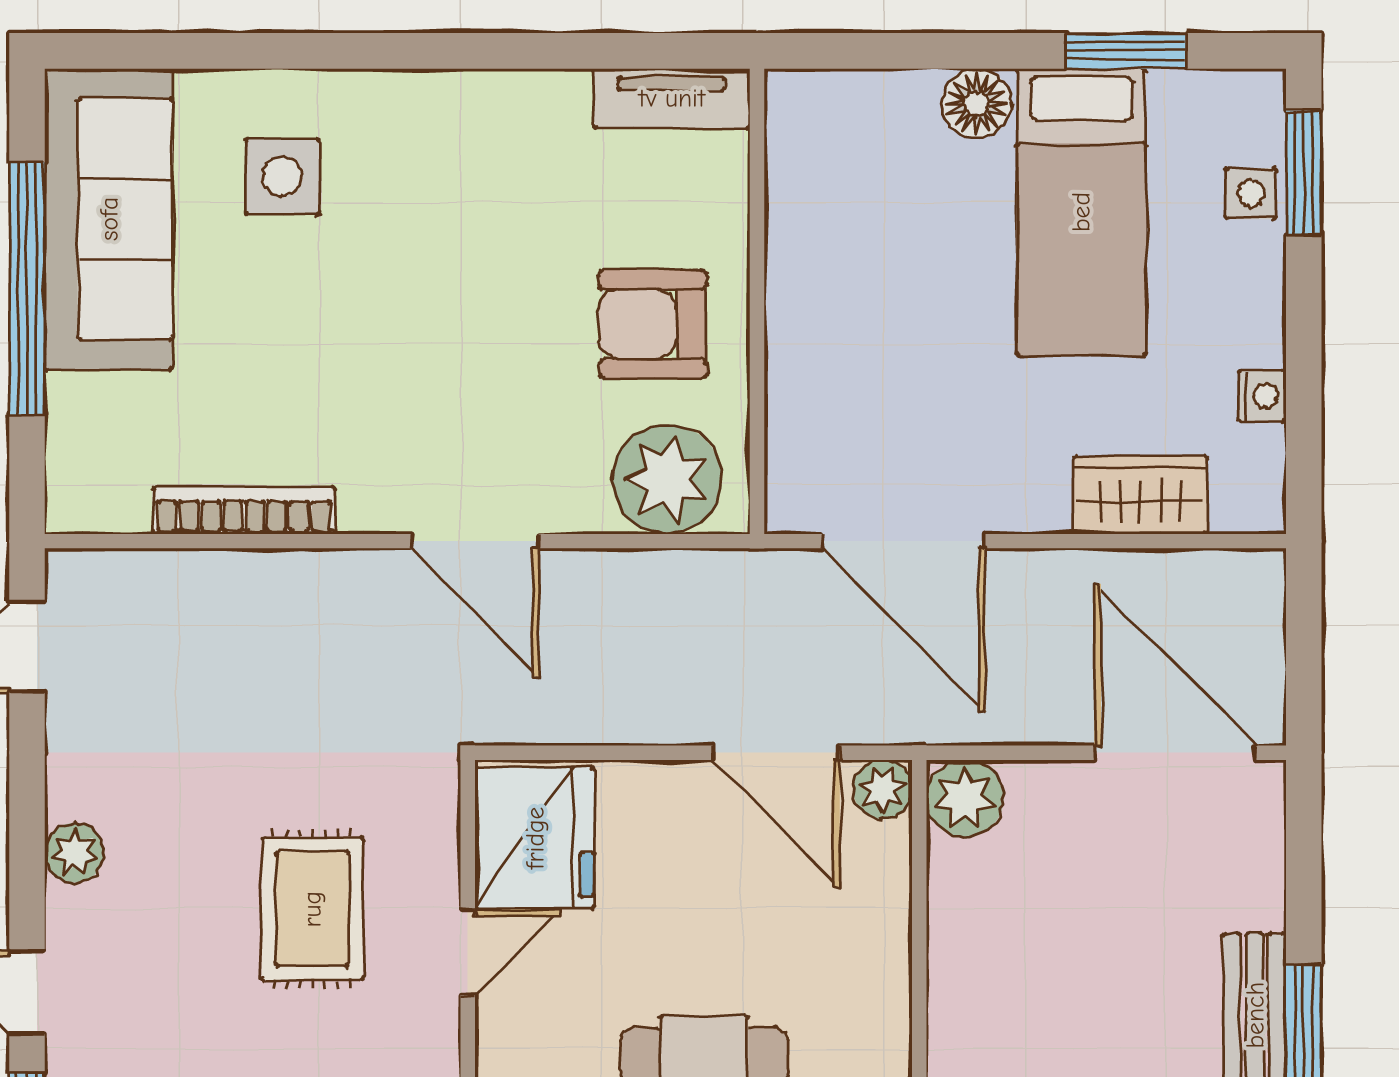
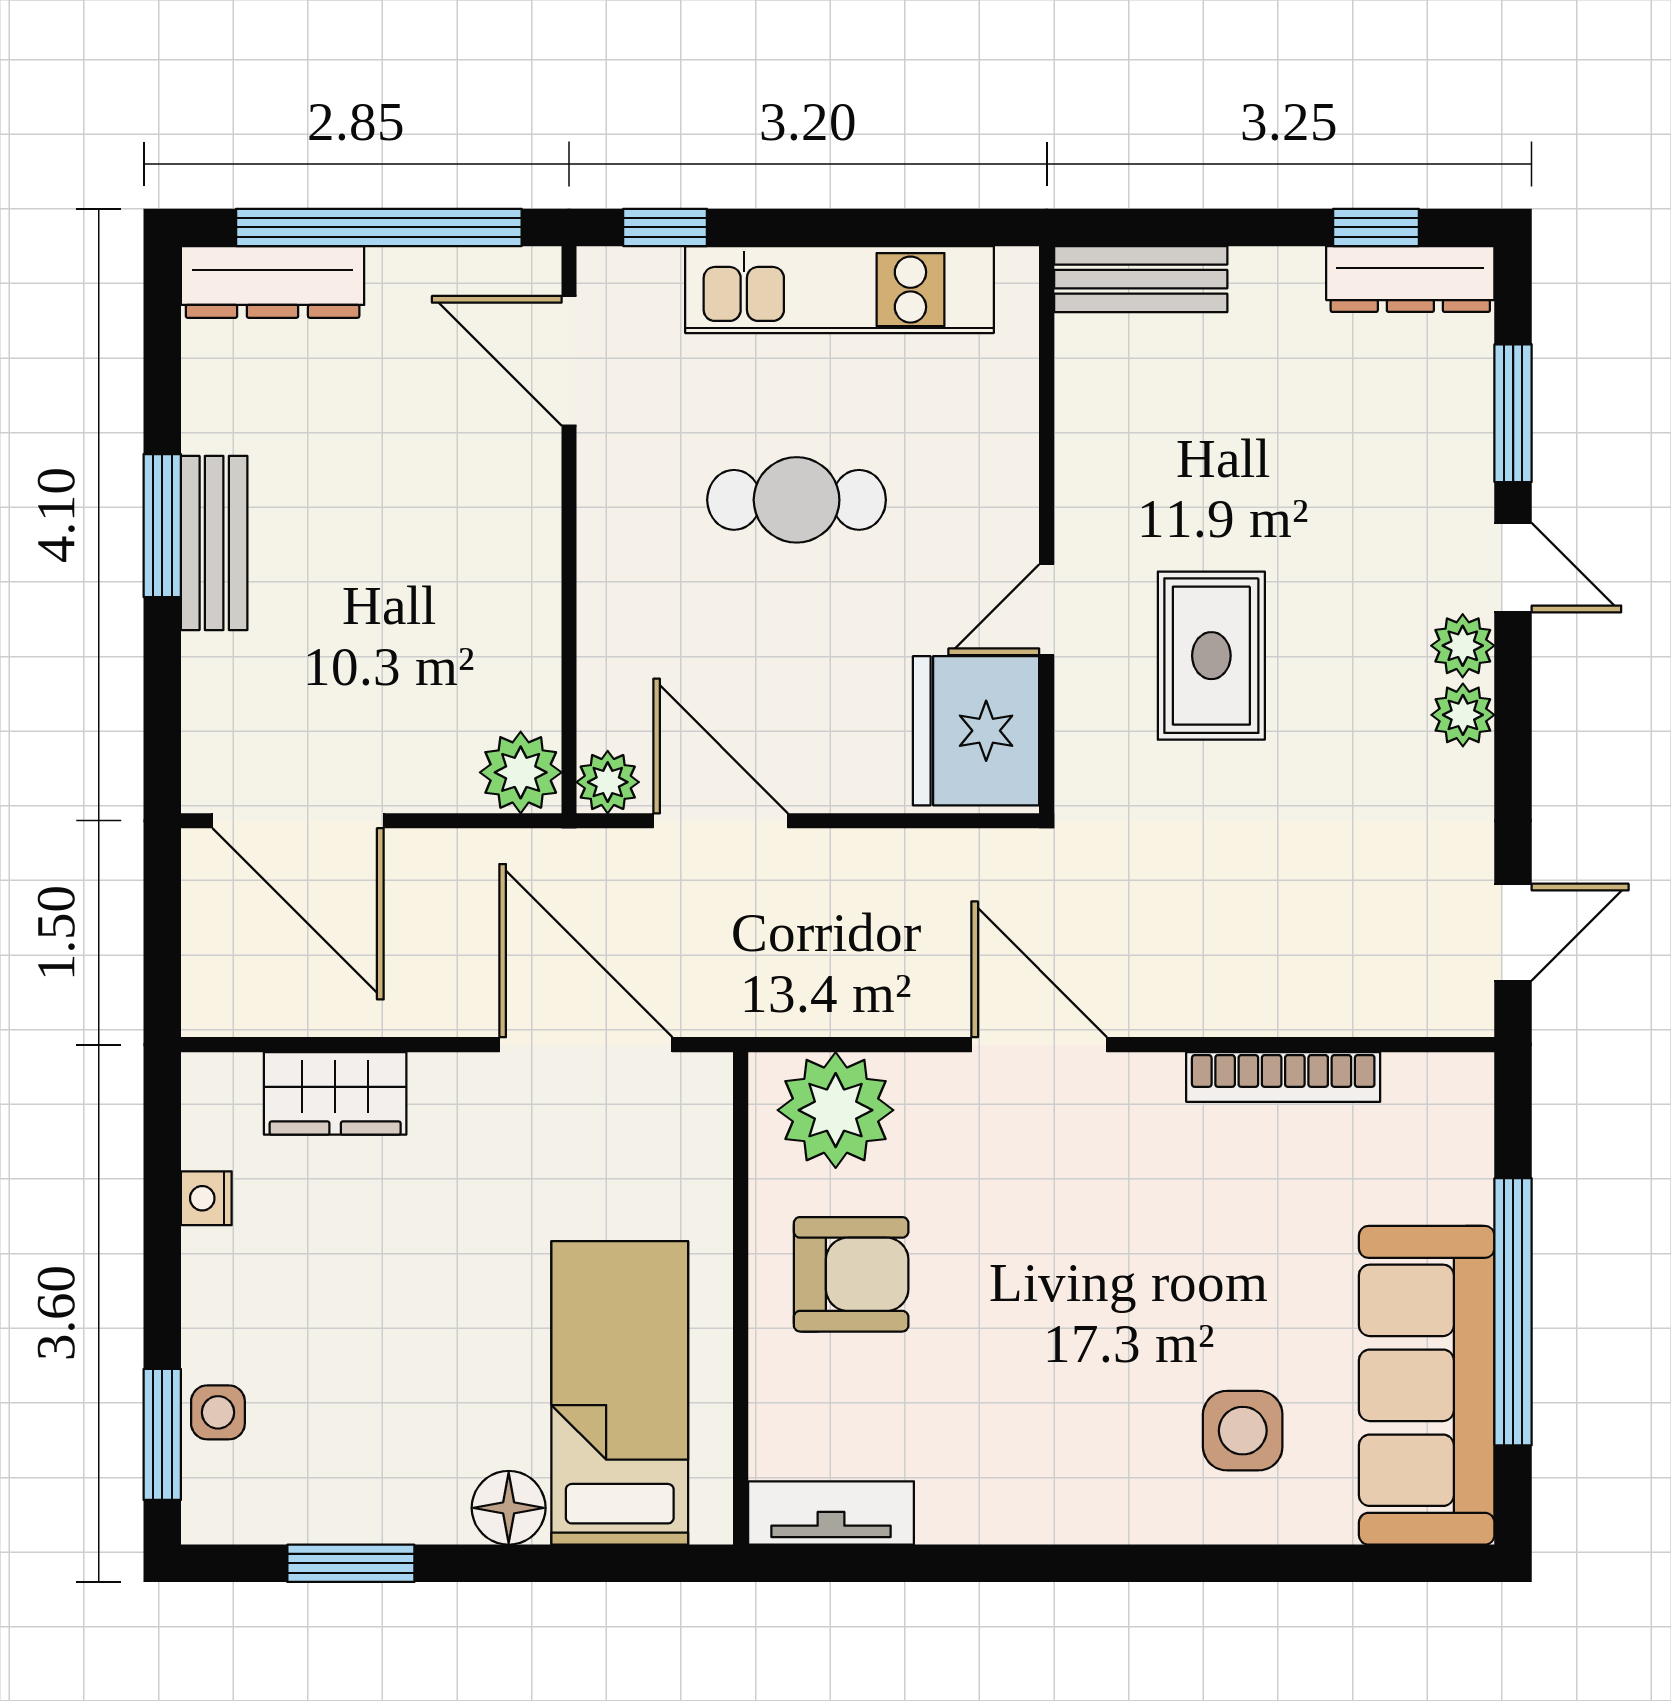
bed: (1081, 212) -> (620, 1393), moved
plant: (74, 918) -> (1463, 646), added

